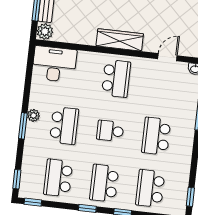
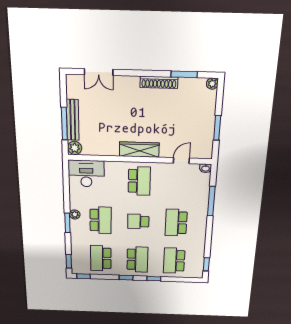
school desk: (104, 183) -> (137, 259), turned 180

